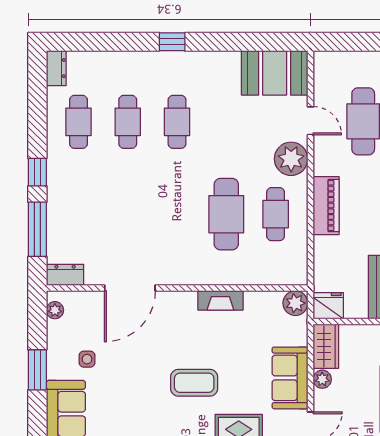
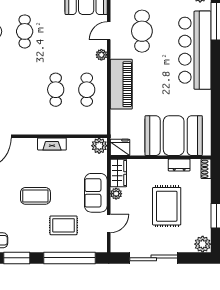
door: (310, 121) -> (109, 31), swing flipped
plant: (291, 159) -> (101, 55), width x0.53, depth x0.53
piano: (326, 206) -> (121, 84), width x1.37, depth x1.33
cafe table: (226, 214) -> (56, 90), width x0.73, depth x0.74

